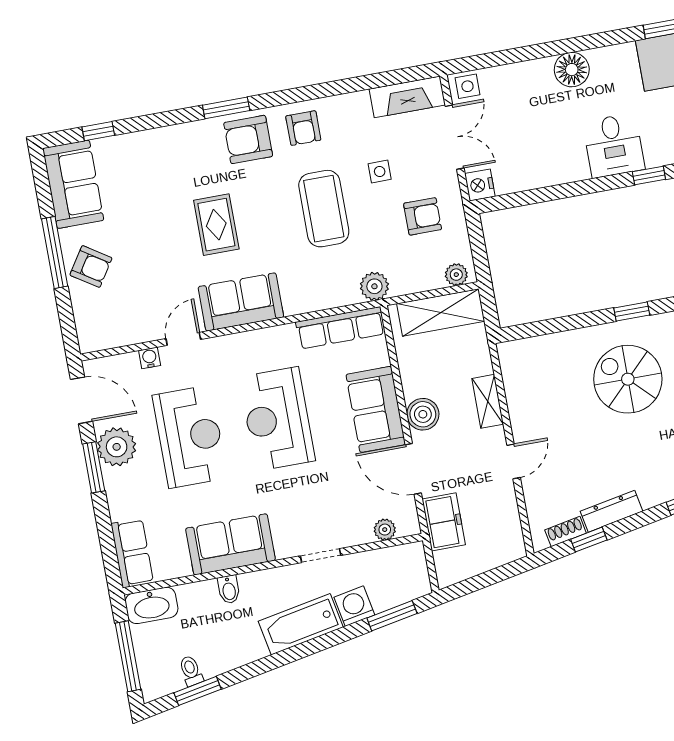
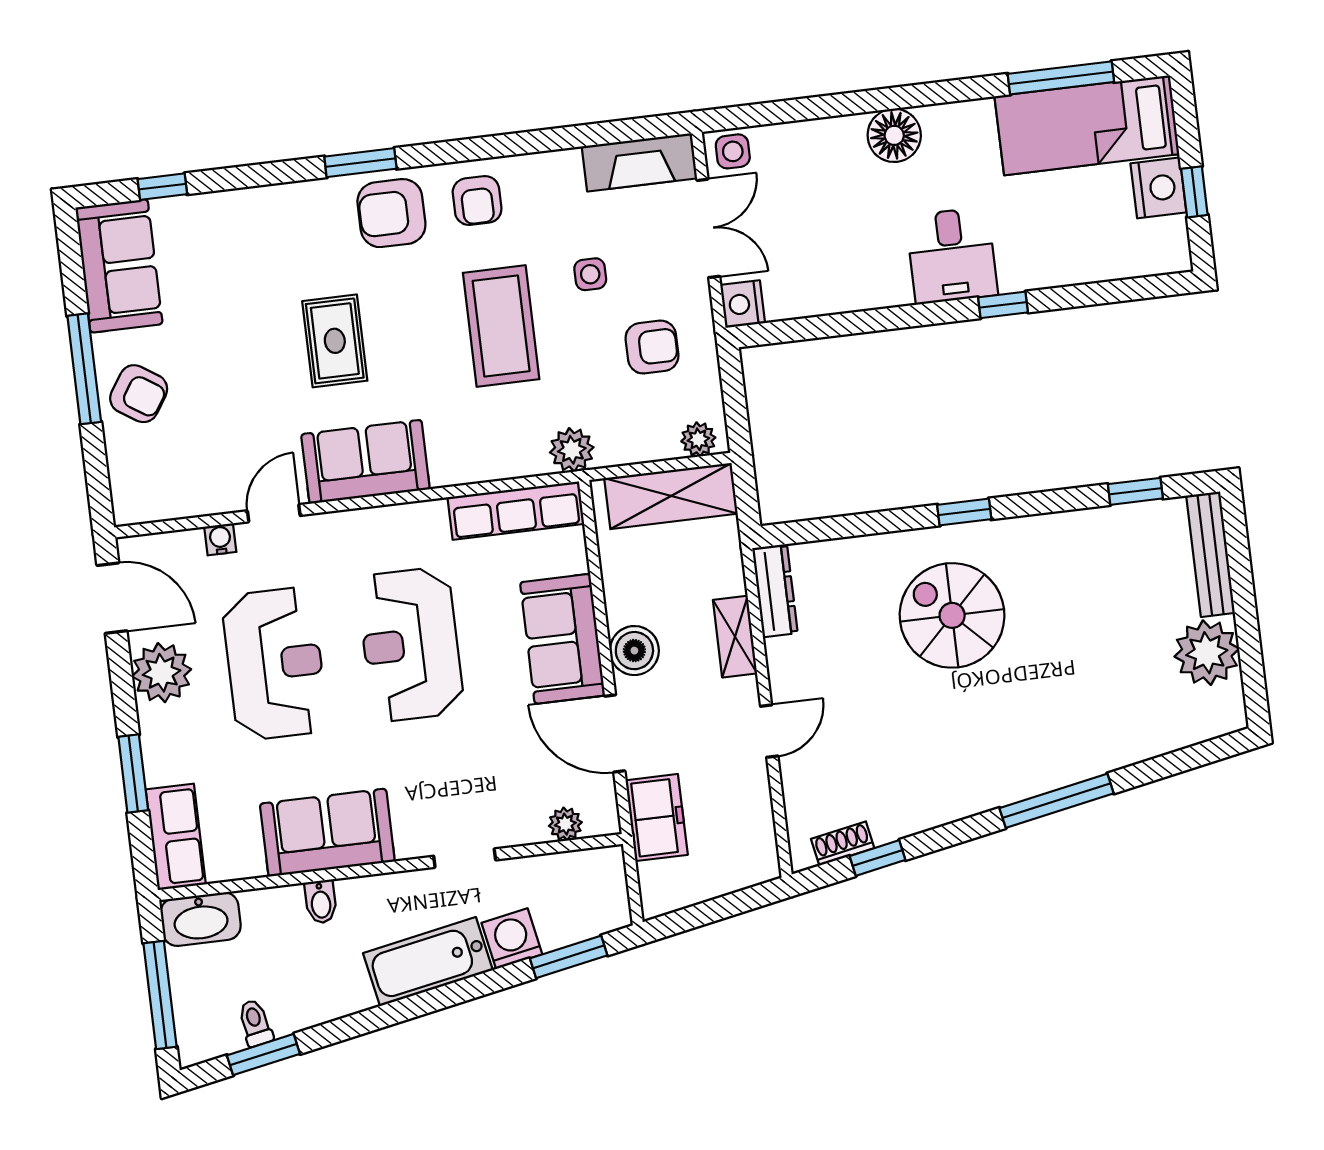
window: (94, 467) -> (133, 774), moved
dresser: (612, 511) -> (775, 591), moved, turned 101

